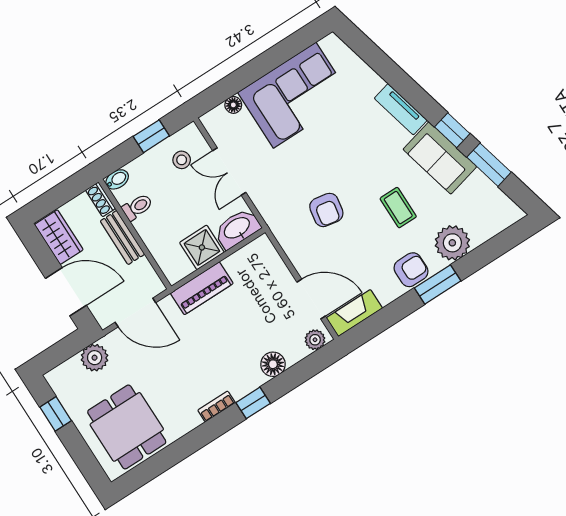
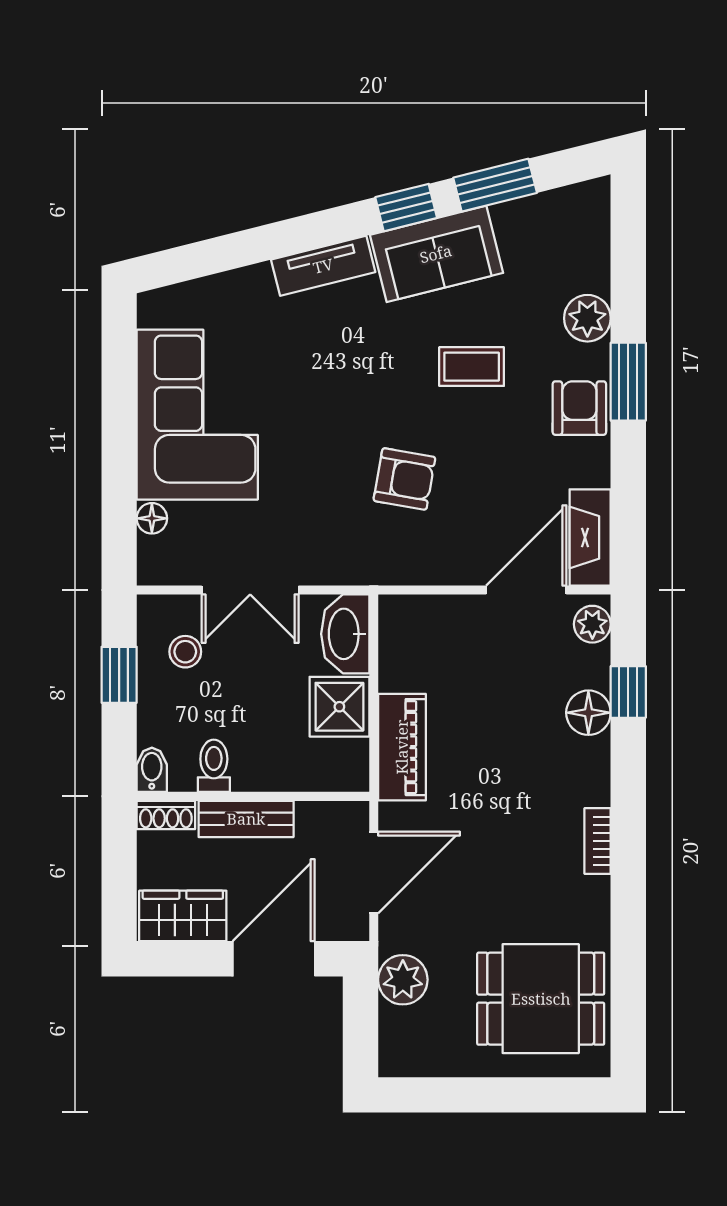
plant: (452, 243) -> (587, 318), width x0.73, depth x0.73
window: (253, 403) -> (628, 692), moved
window: (56, 414) -> (451, 1095), removed

